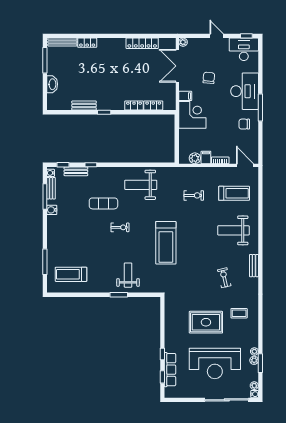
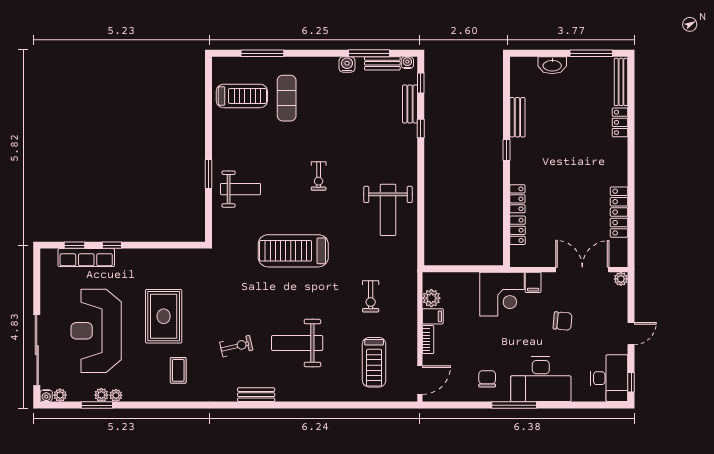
weight bench: (141, 185) -> (388, 210), turned 180
exercise mat: (103, 203) -> (287, 98), moved
weight bench: (233, 230) -> (297, 343), moved, turned -90
treadmill: (71, 274) -> (242, 96), turned 90

